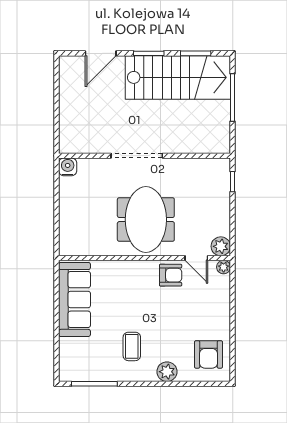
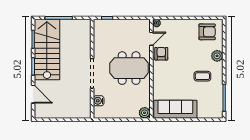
water cooler: (68, 167) -> (99, 101), moved
plant: (221, 246) -> (145, 113), moved

